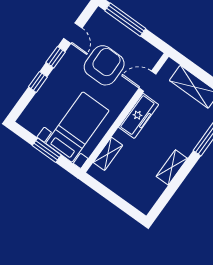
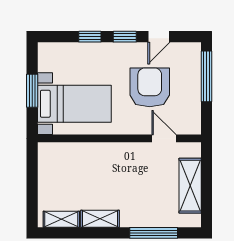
armchair: (104, 65) -> (150, 87), turned -90
freezer: (139, 116) -> (126, 153), removed
shelving: (108, 154) -> (61, 219), moved

